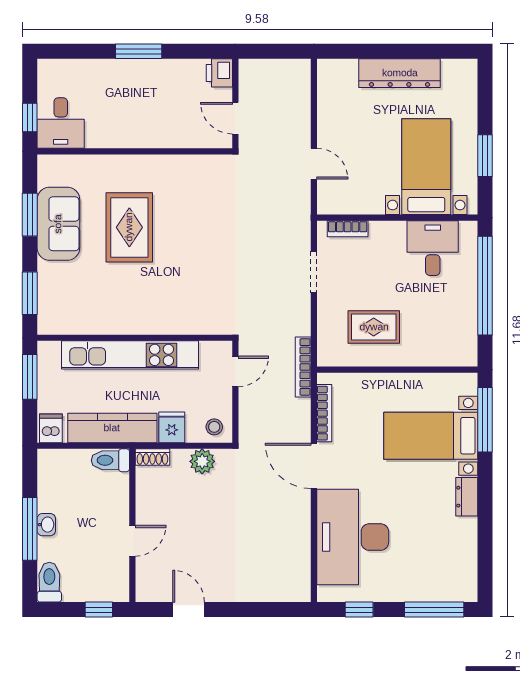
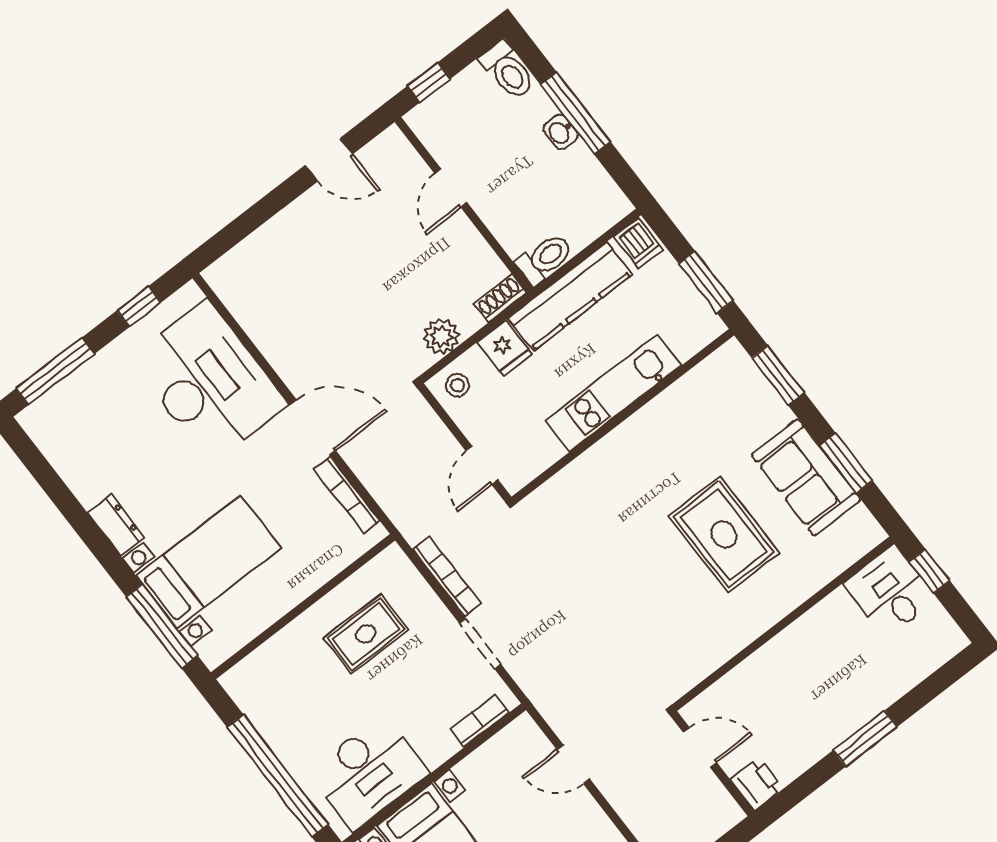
desk: (433, 248) -> (368, 773), width x1.37
kitchen unit: (130, 355) -> (613, 393), width x0.73
bookcase: (303, 367) -> (447, 576), moved

